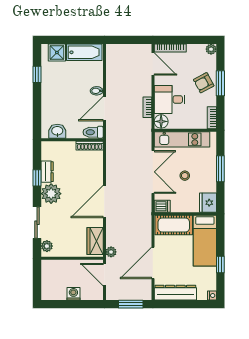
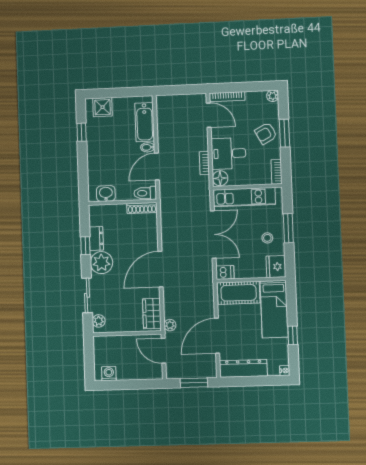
bathtub: (84, 52) -> (145, 122), moved, turned 90
stool: (185, 176) -> (267, 238), moved
washing machine: (73, 294) -> (109, 374), moved

